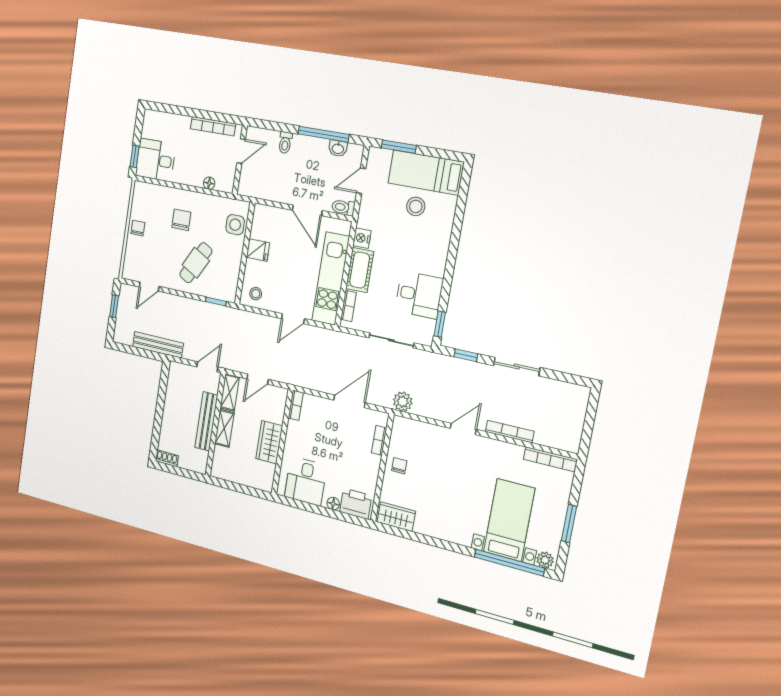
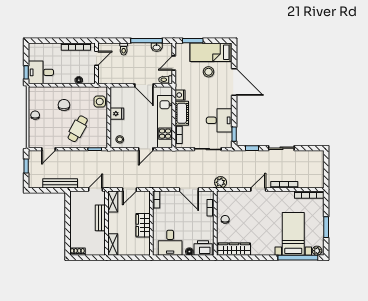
door: (456, 232) -> (234, 82), added
door: (349, 401) -> (189, 189), swing flipped
bench: (206, 421) -> (100, 218), width x0.73
shelving: (224, 428) -> (113, 245), moved
wardrobe: (396, 517) -> (234, 249), width x1.50

